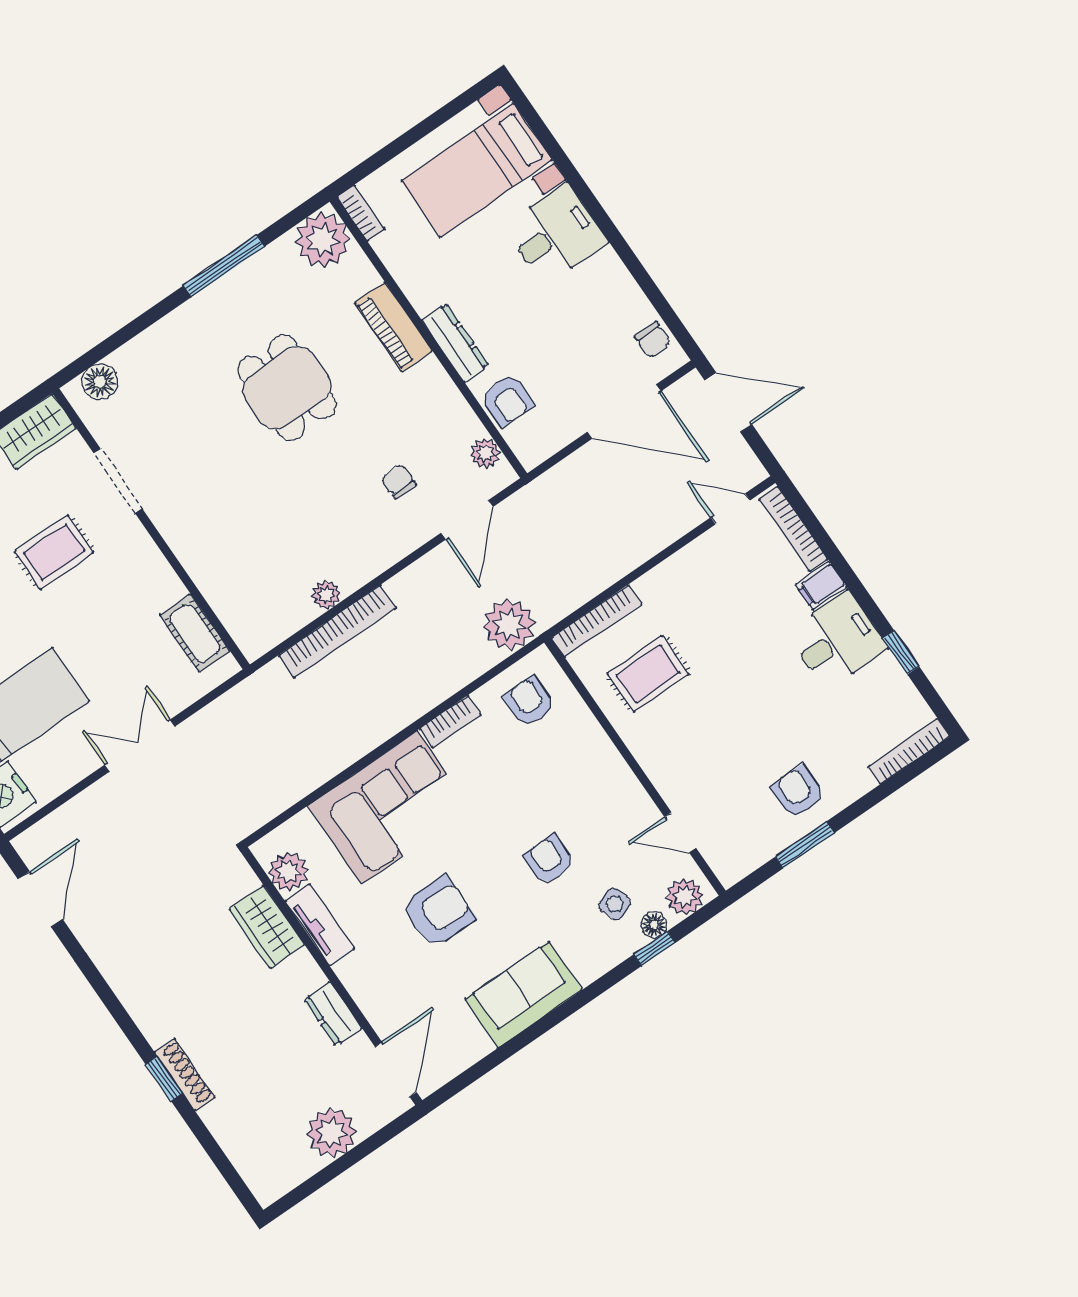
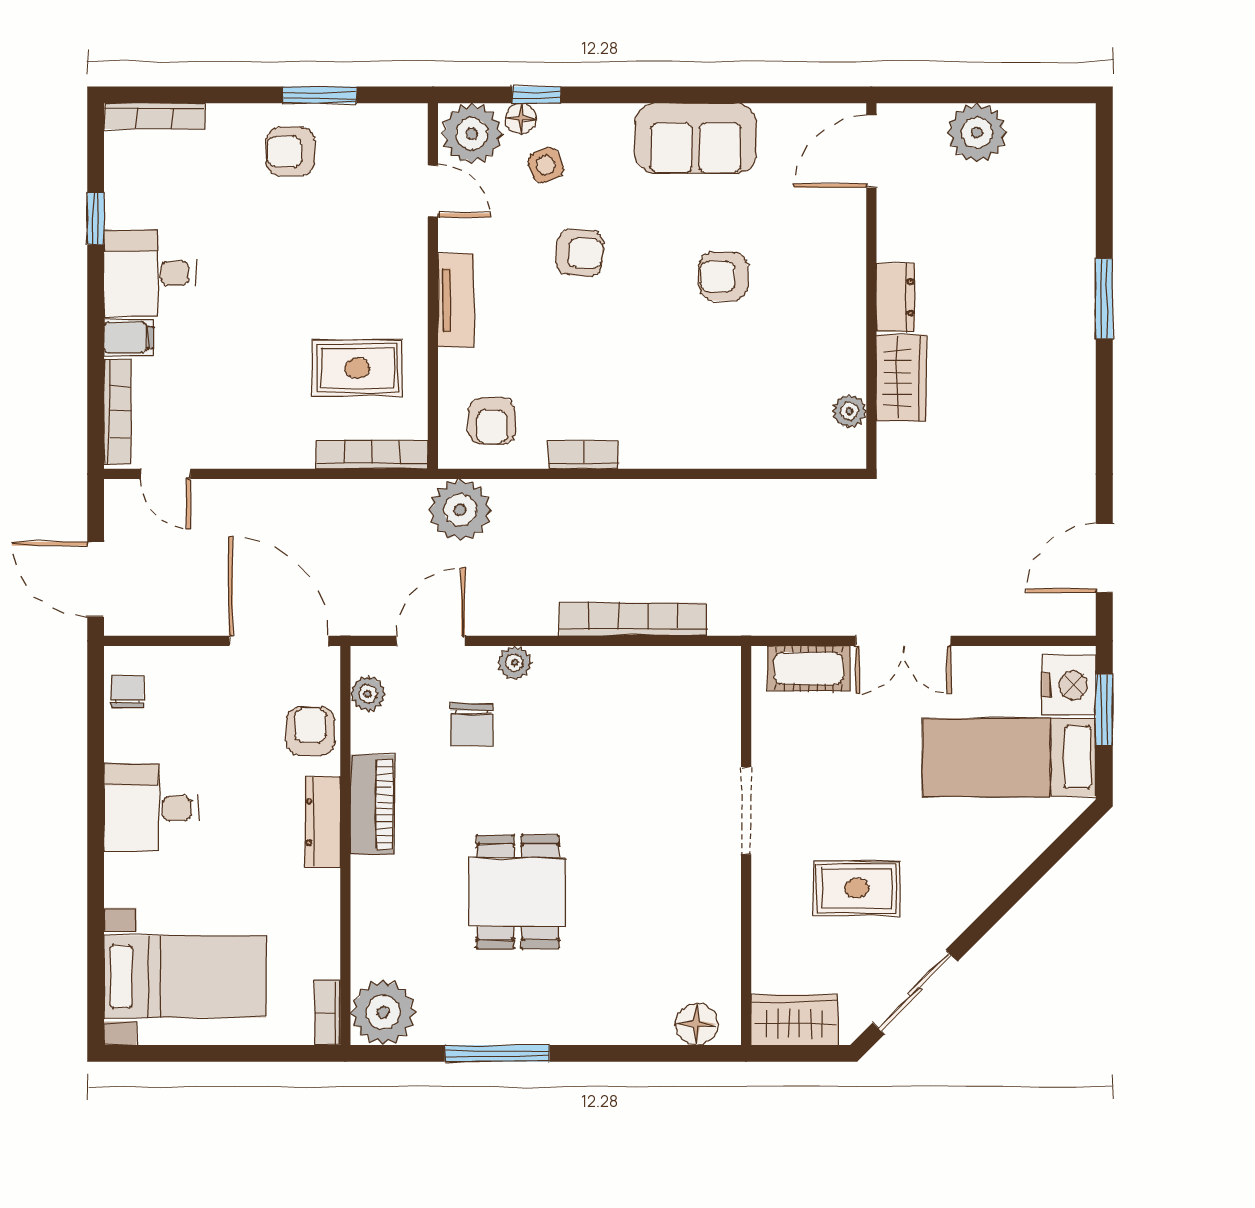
desk: (555, 234) -> (151, 808), moved
piano: (393, 327) -> (373, 804), moved
door: (624, 412) -> (279, 641), moved
doorway: (118, 481) -> (746, 811), moved
chair: (399, 481) -> (472, 725), width x1.37, depth x1.37
plant: (326, 595) -> (515, 663), moved
cot: (195, 633) -> (809, 668), moved, turned 90
armchair: (798, 792) -> (290, 152), turned 90
corner sofa: (389, 807) -> (701, 413), removed
armchair: (549, 860) -> (580, 253), turned -86
plant: (288, 872) -> (849, 411), width x0.73, depth x0.73
plant: (685, 896) -> (472, 134), width x1.36, depth x1.36
armchair: (438, 912) -> (723, 276), width x0.72, depth x0.72
tv unit: (320, 925) -> (456, 300), moved, turned 180
dresser: (333, 1014) -> (895, 297), moved
shoe rack: (185, 1075) -> (1081, 289), removed
window: (164, 1079) -> (1104, 298), width x1.50

